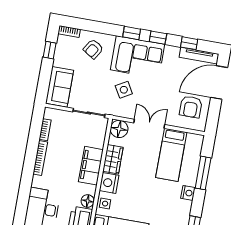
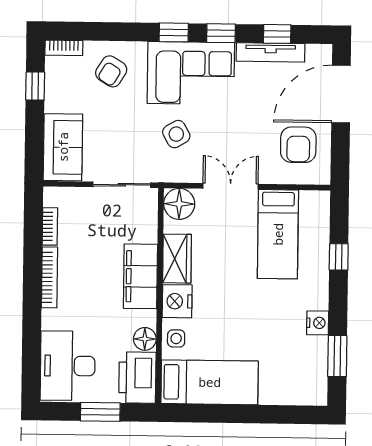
tv unit: (199, 56) -> (271, 52), moved
window: (203, 173) -> (339, 257), width x0.46
nightstand: (188, 193) -> (318, 323), moved

